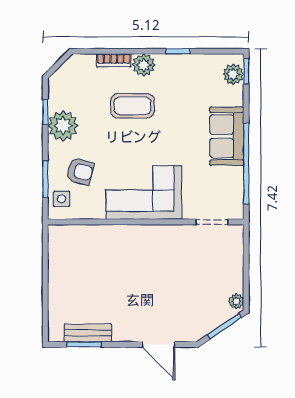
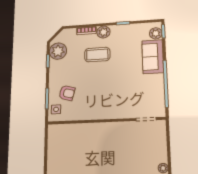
plant: (63, 126) -> (58, 51), moved
sofa: (227, 136) -> (153, 57), moved
corner sofa: (144, 193) -> (104, 103), removed

